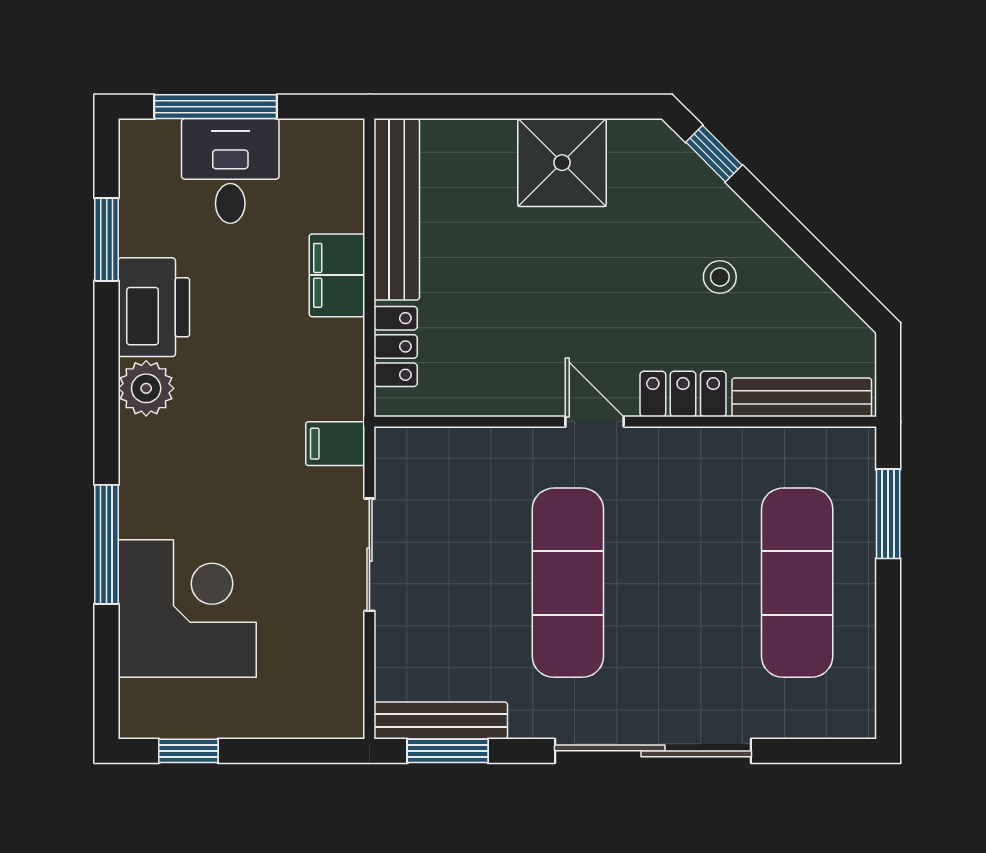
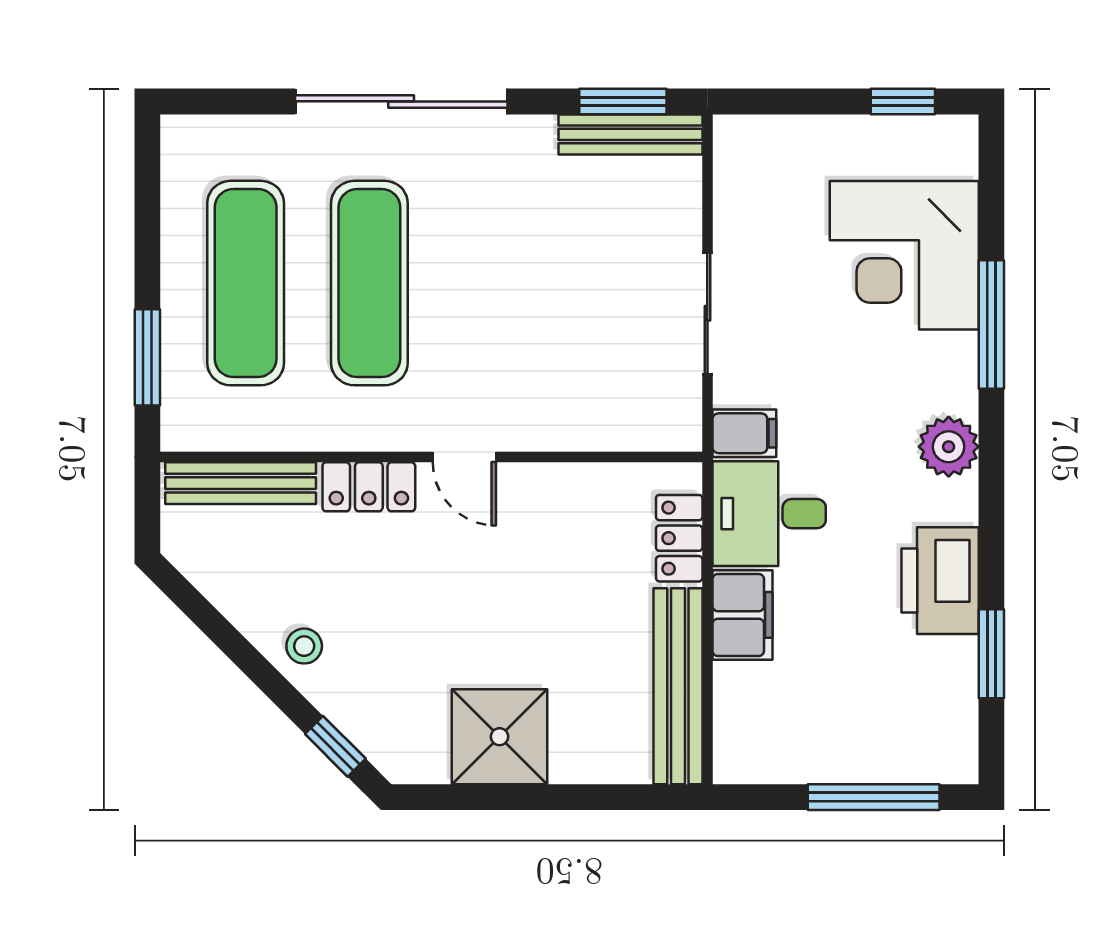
desk: (230, 171) -> (769, 514), moved, turned 90
stool: (720, 277) -> (304, 646), moved
plant: (146, 388) -> (949, 447), moved
exercise mat: (568, 583) -> (369, 283), moved

